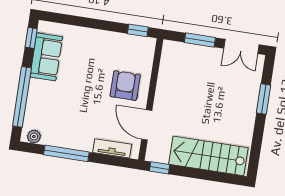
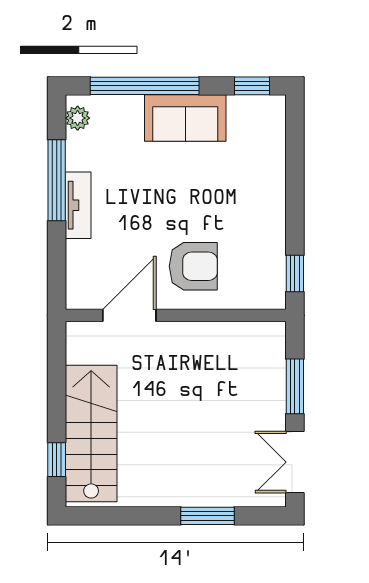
sofa: (46, 57) -> (185, 118), moved
tv unit: (112, 148) -> (78, 205), moved
window: (160, 168) -> (57, 460), moved

